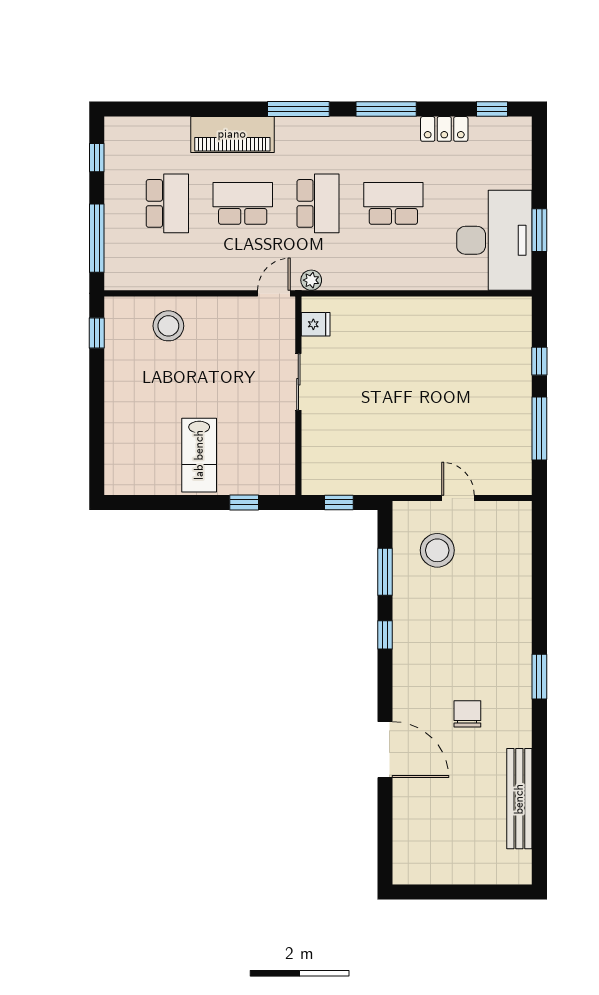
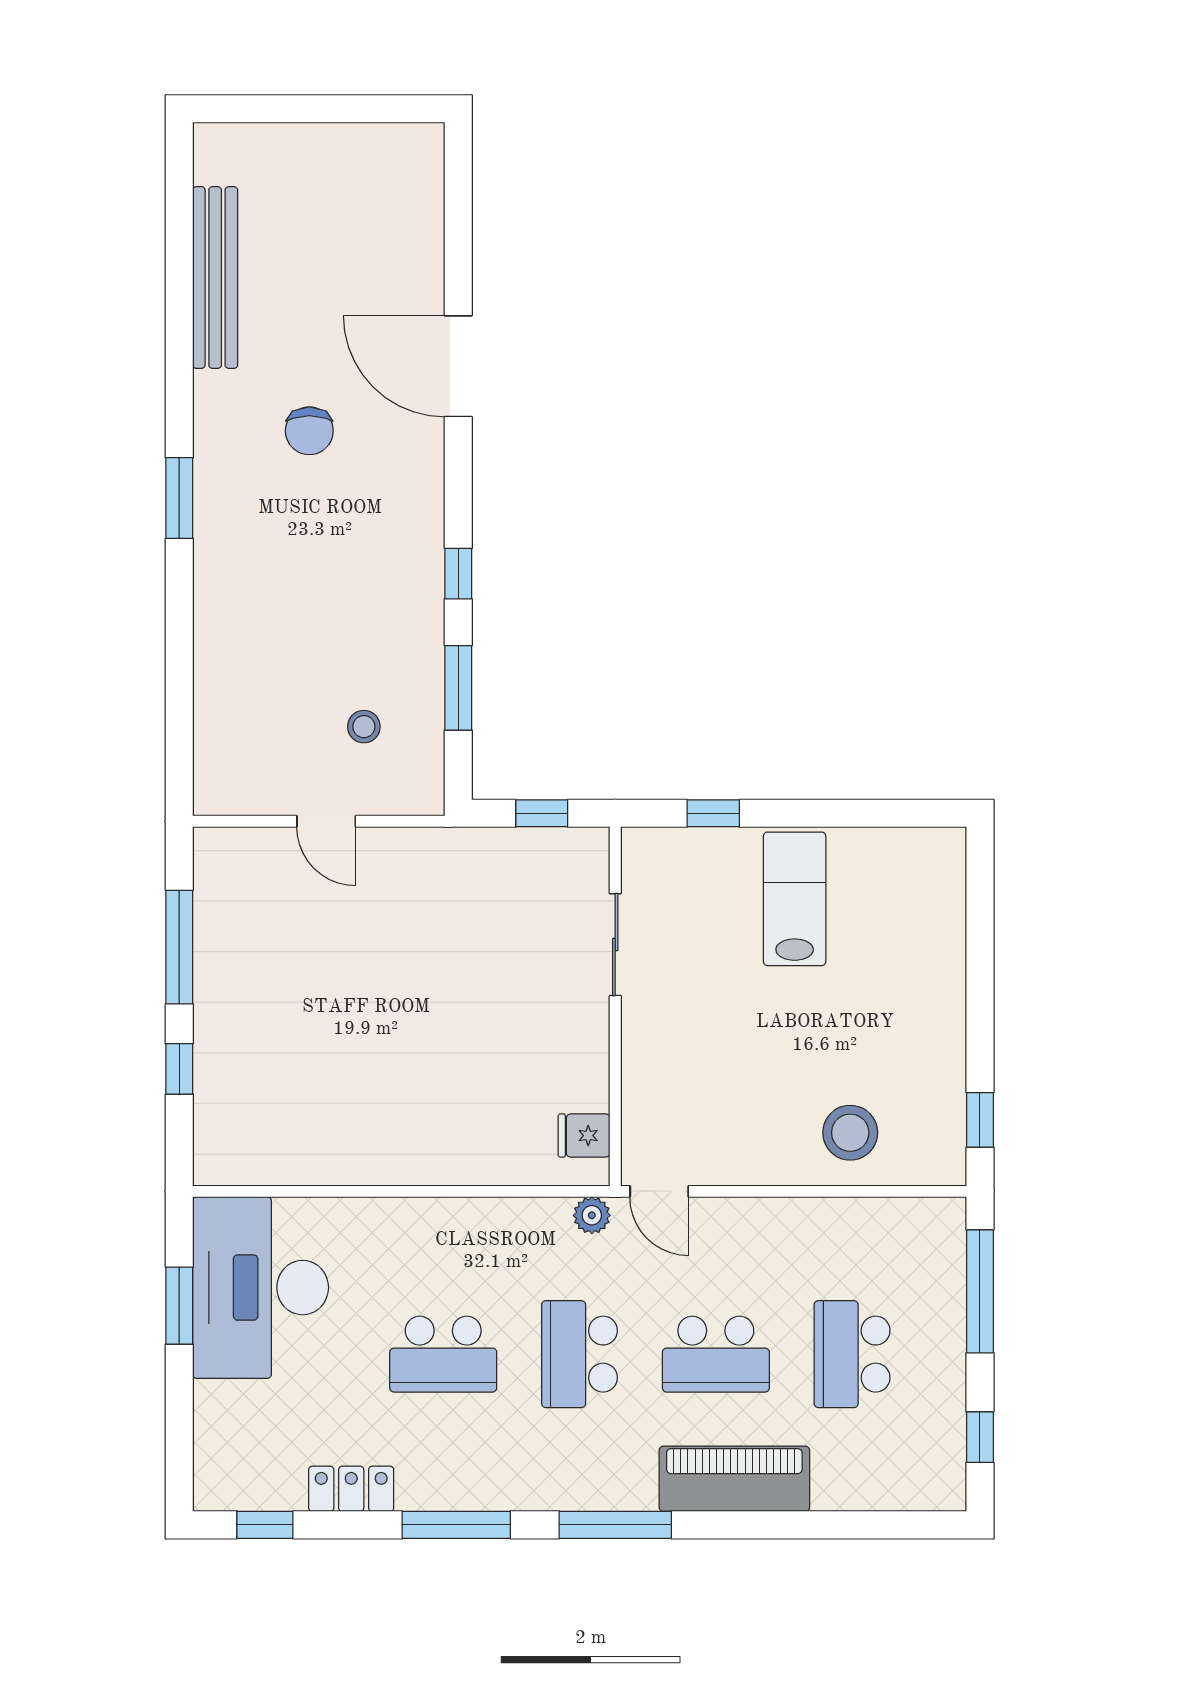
door: (274, 293) -> (659, 1191), hinge flipped
sliding door: (298, 382) -> (615, 945), moved
stool: (437, 550) -> (364, 727), width x0.53, depth x0.53

